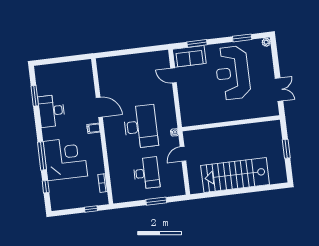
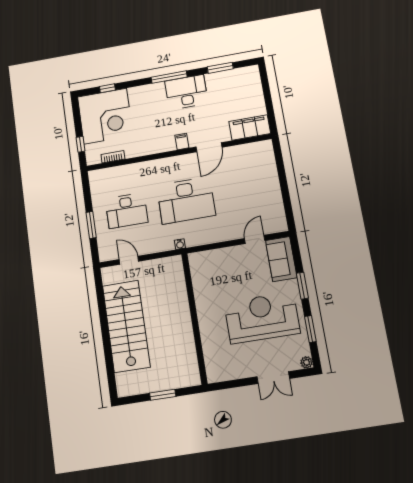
window: (197, 43) -> (302, 286), moved
filing cabinet: (85, 75) -> (250, 127), added
double door: (279, 90) -> (273, 378), moved
desk: (52, 111) -> (186, 92), moved
door: (183, 154) -> (129, 260), moved
window: (42, 156) -> (169, 77), moved
corner desk: (65, 159) -> (105, 116), moved

